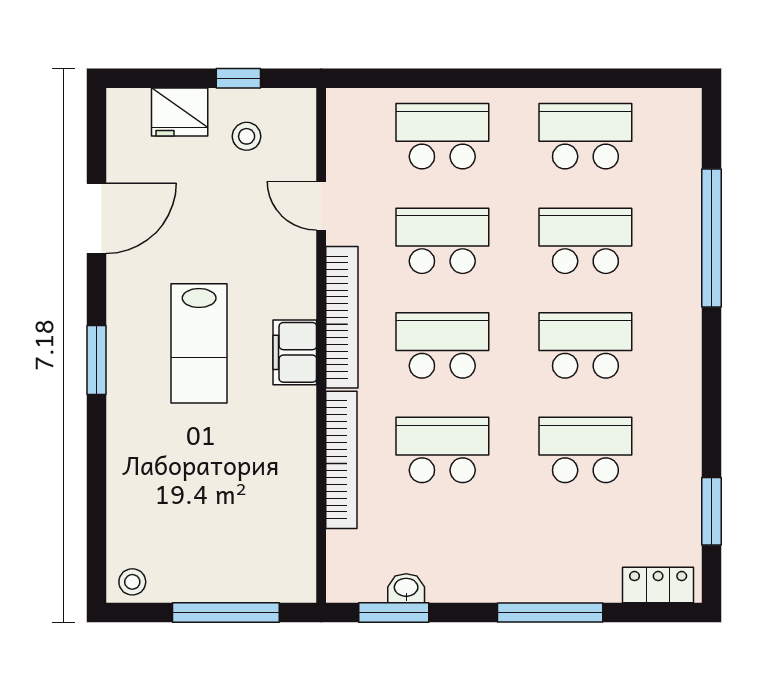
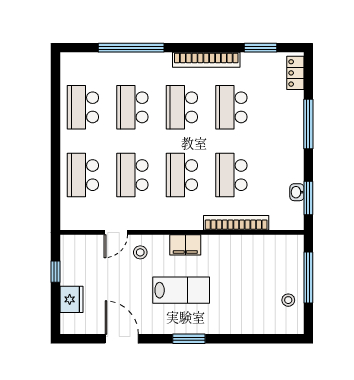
stool: (247, 136) -> (140, 252), moved
bookcase: (342, 317) -> (206, 60), moved, turned 180
stool: (132, 582) -> (288, 300), moved

